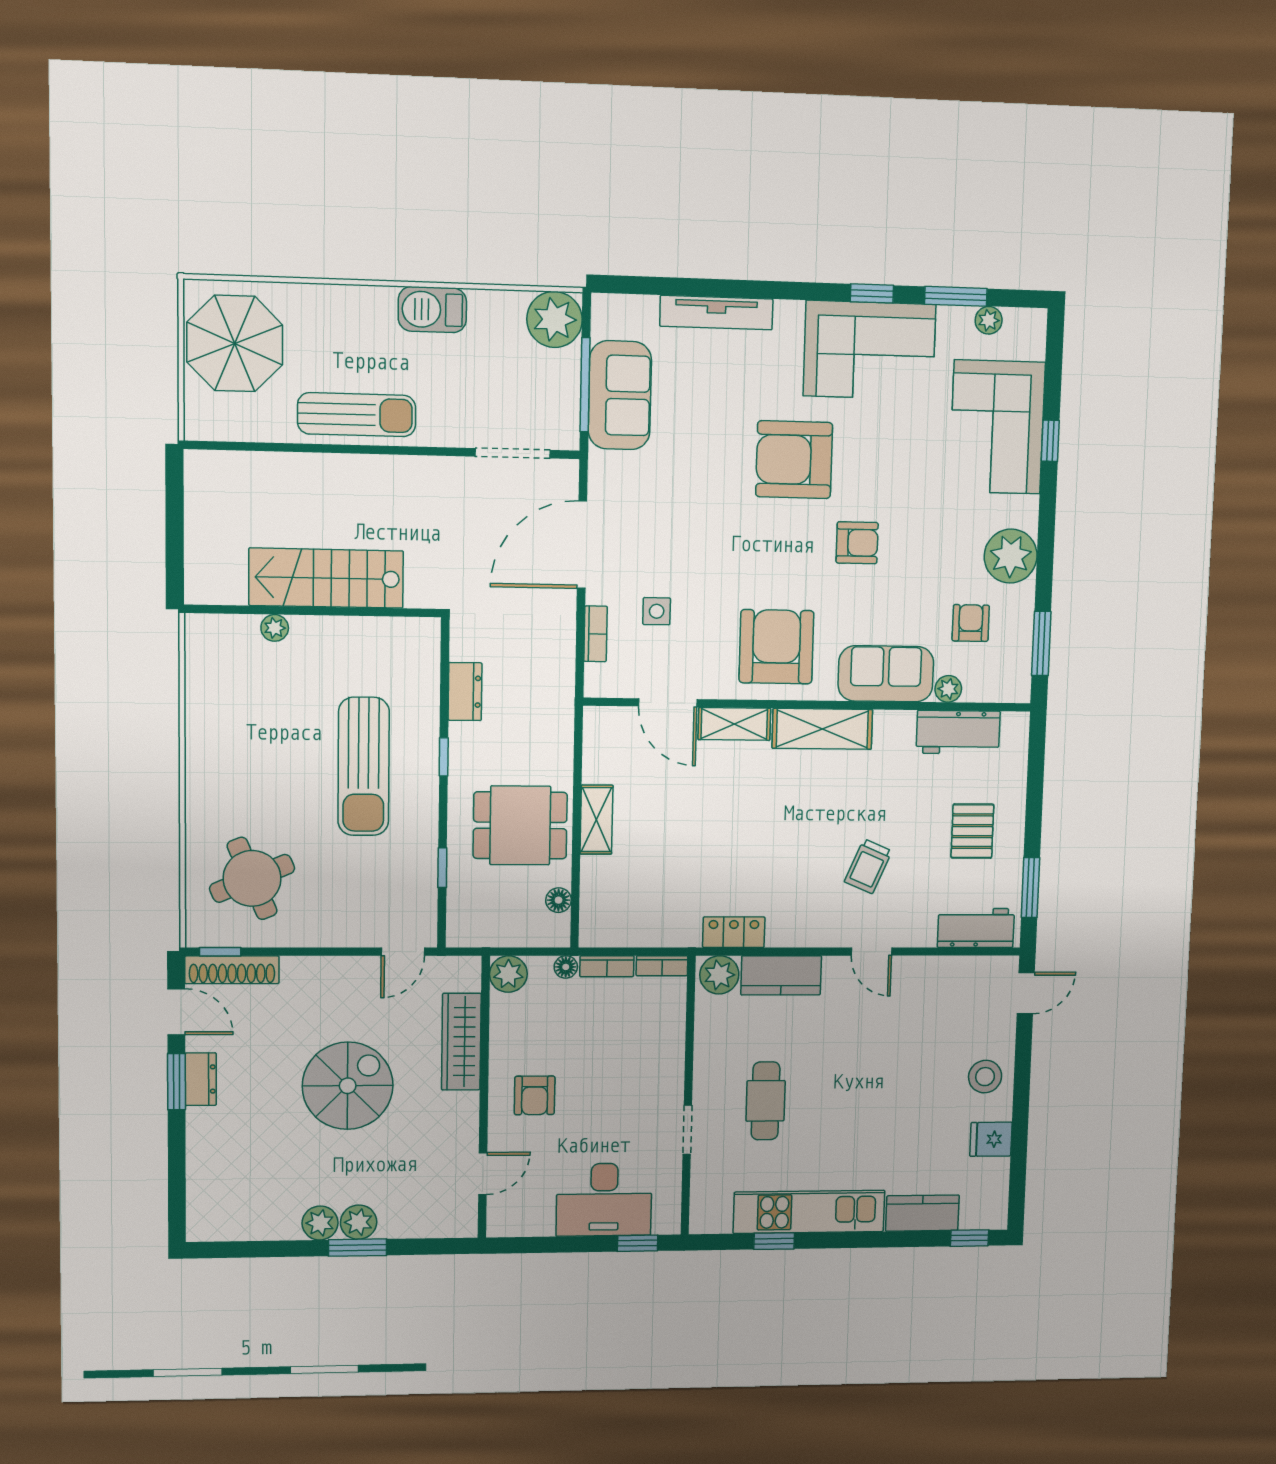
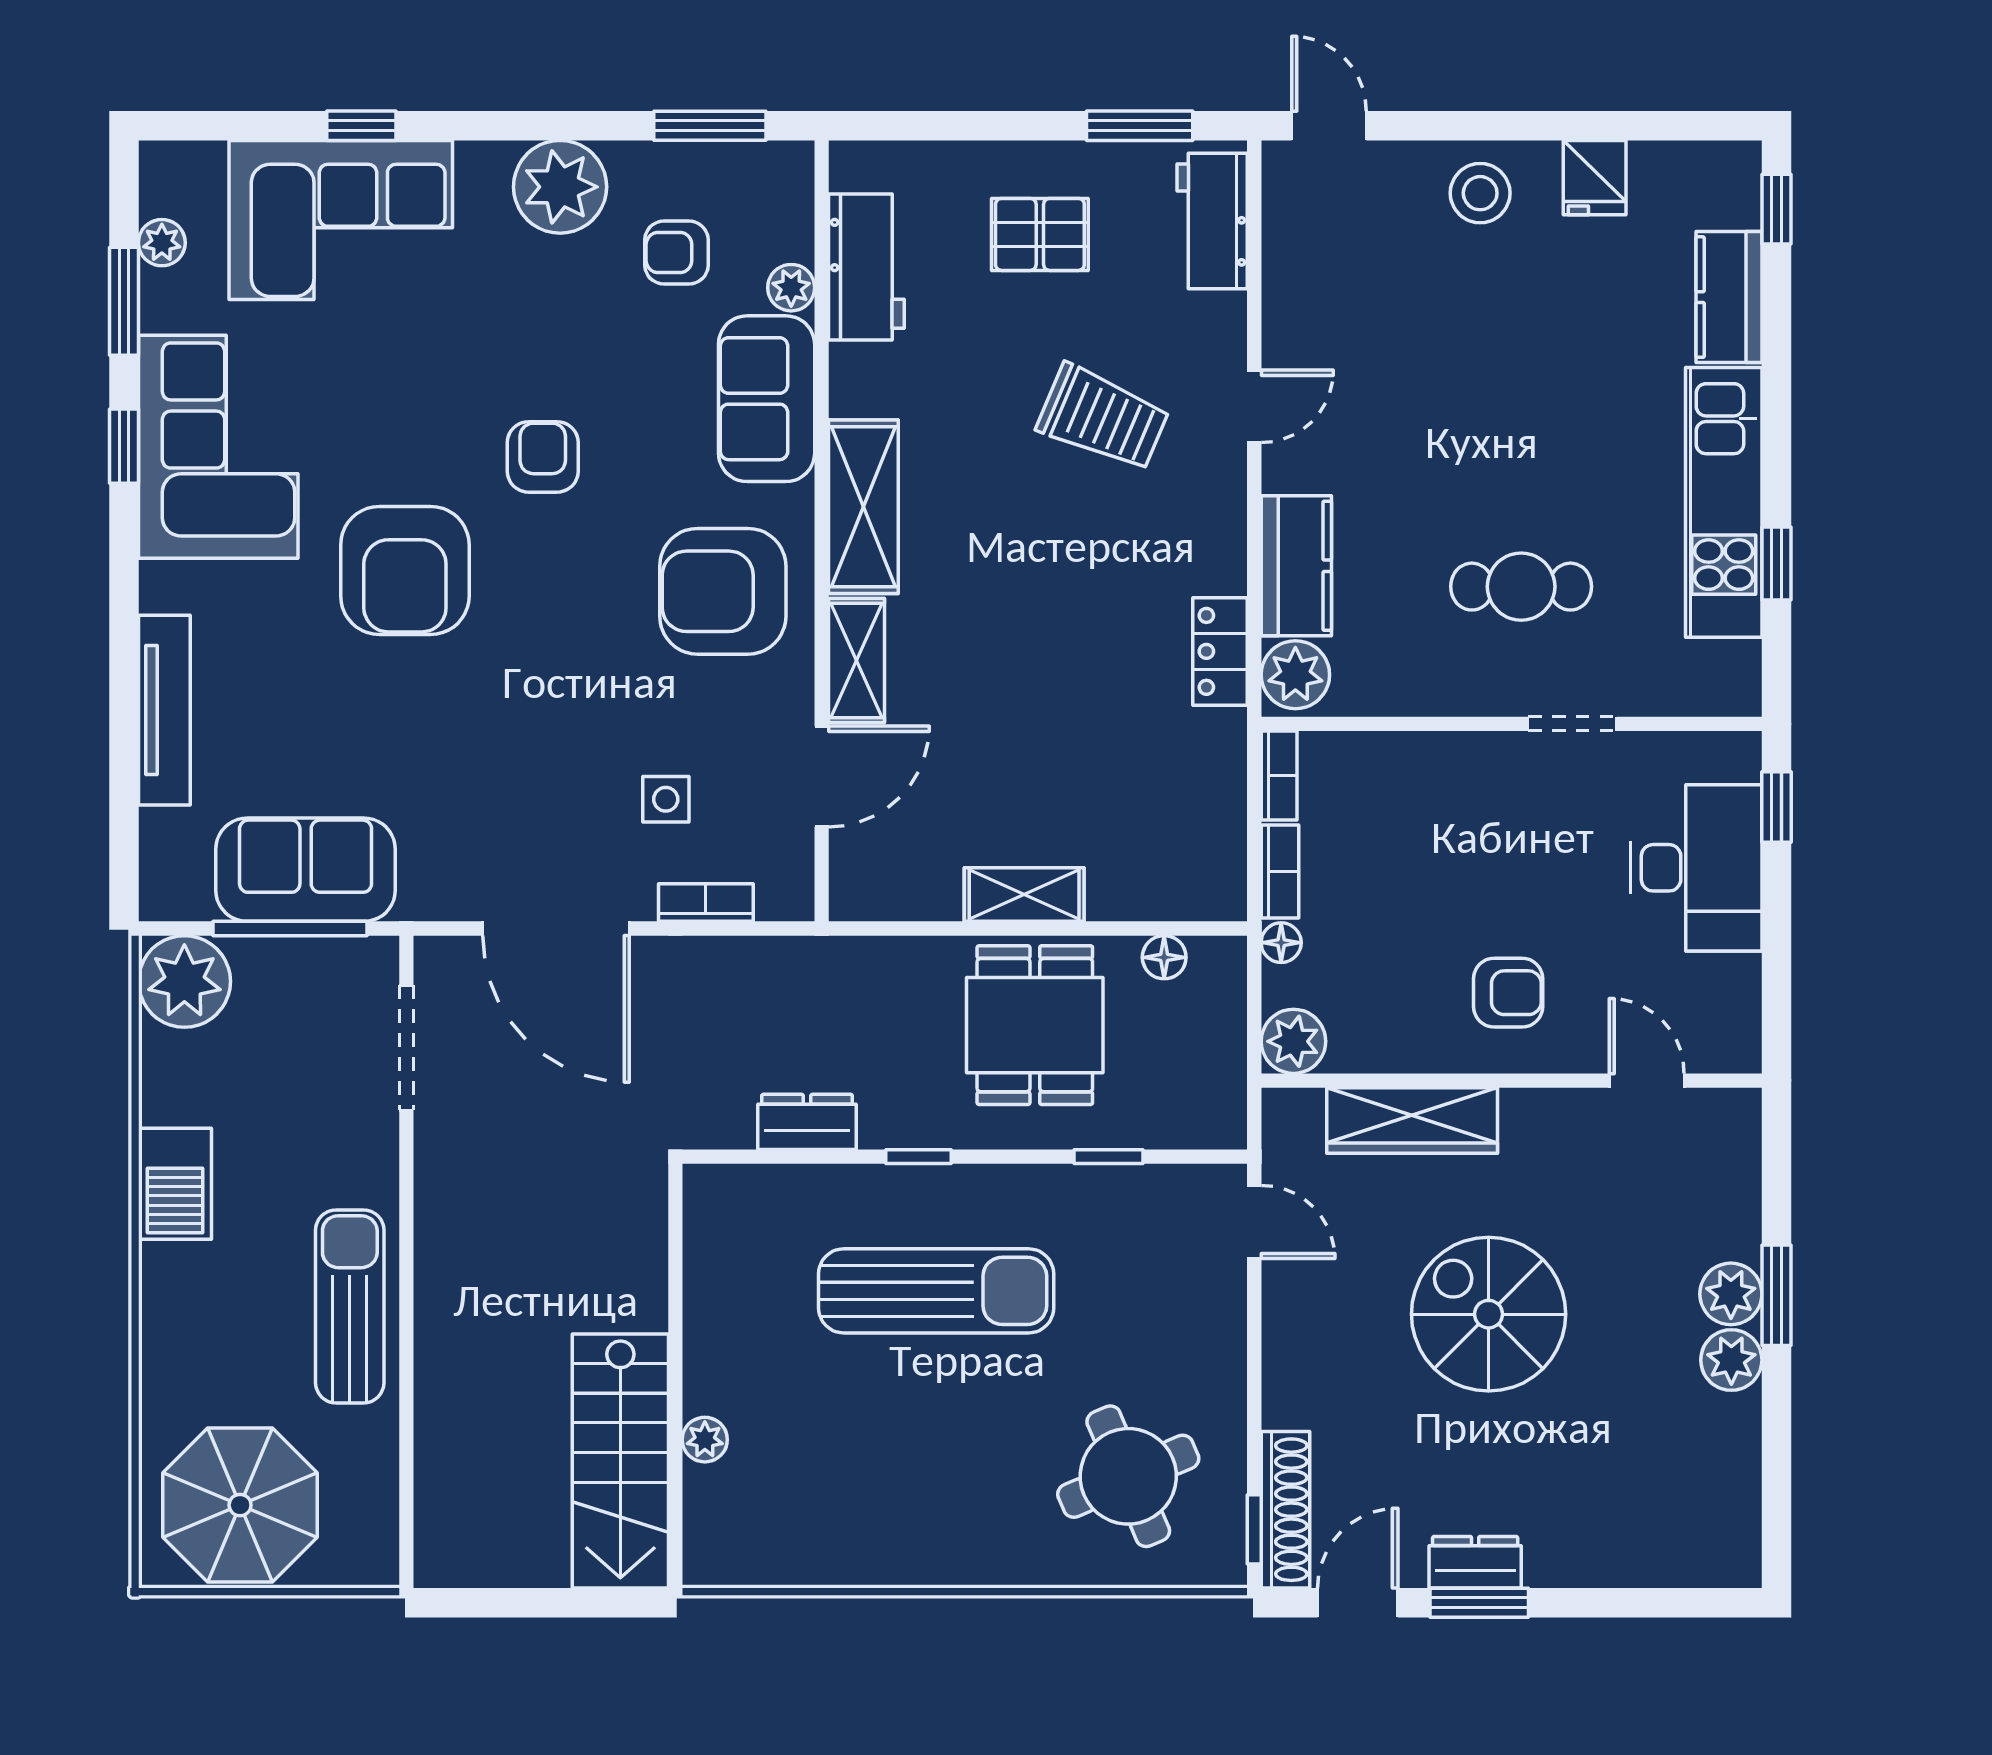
stairs: (326, 578) -> (620, 1461), moved
trolley: (868, 866) -> (1103, 418), width x1.36, depth x1.39

